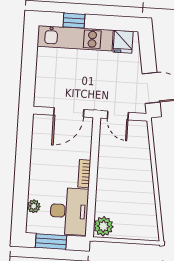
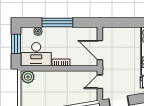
window: (22, 175) -> (57, 22), added

